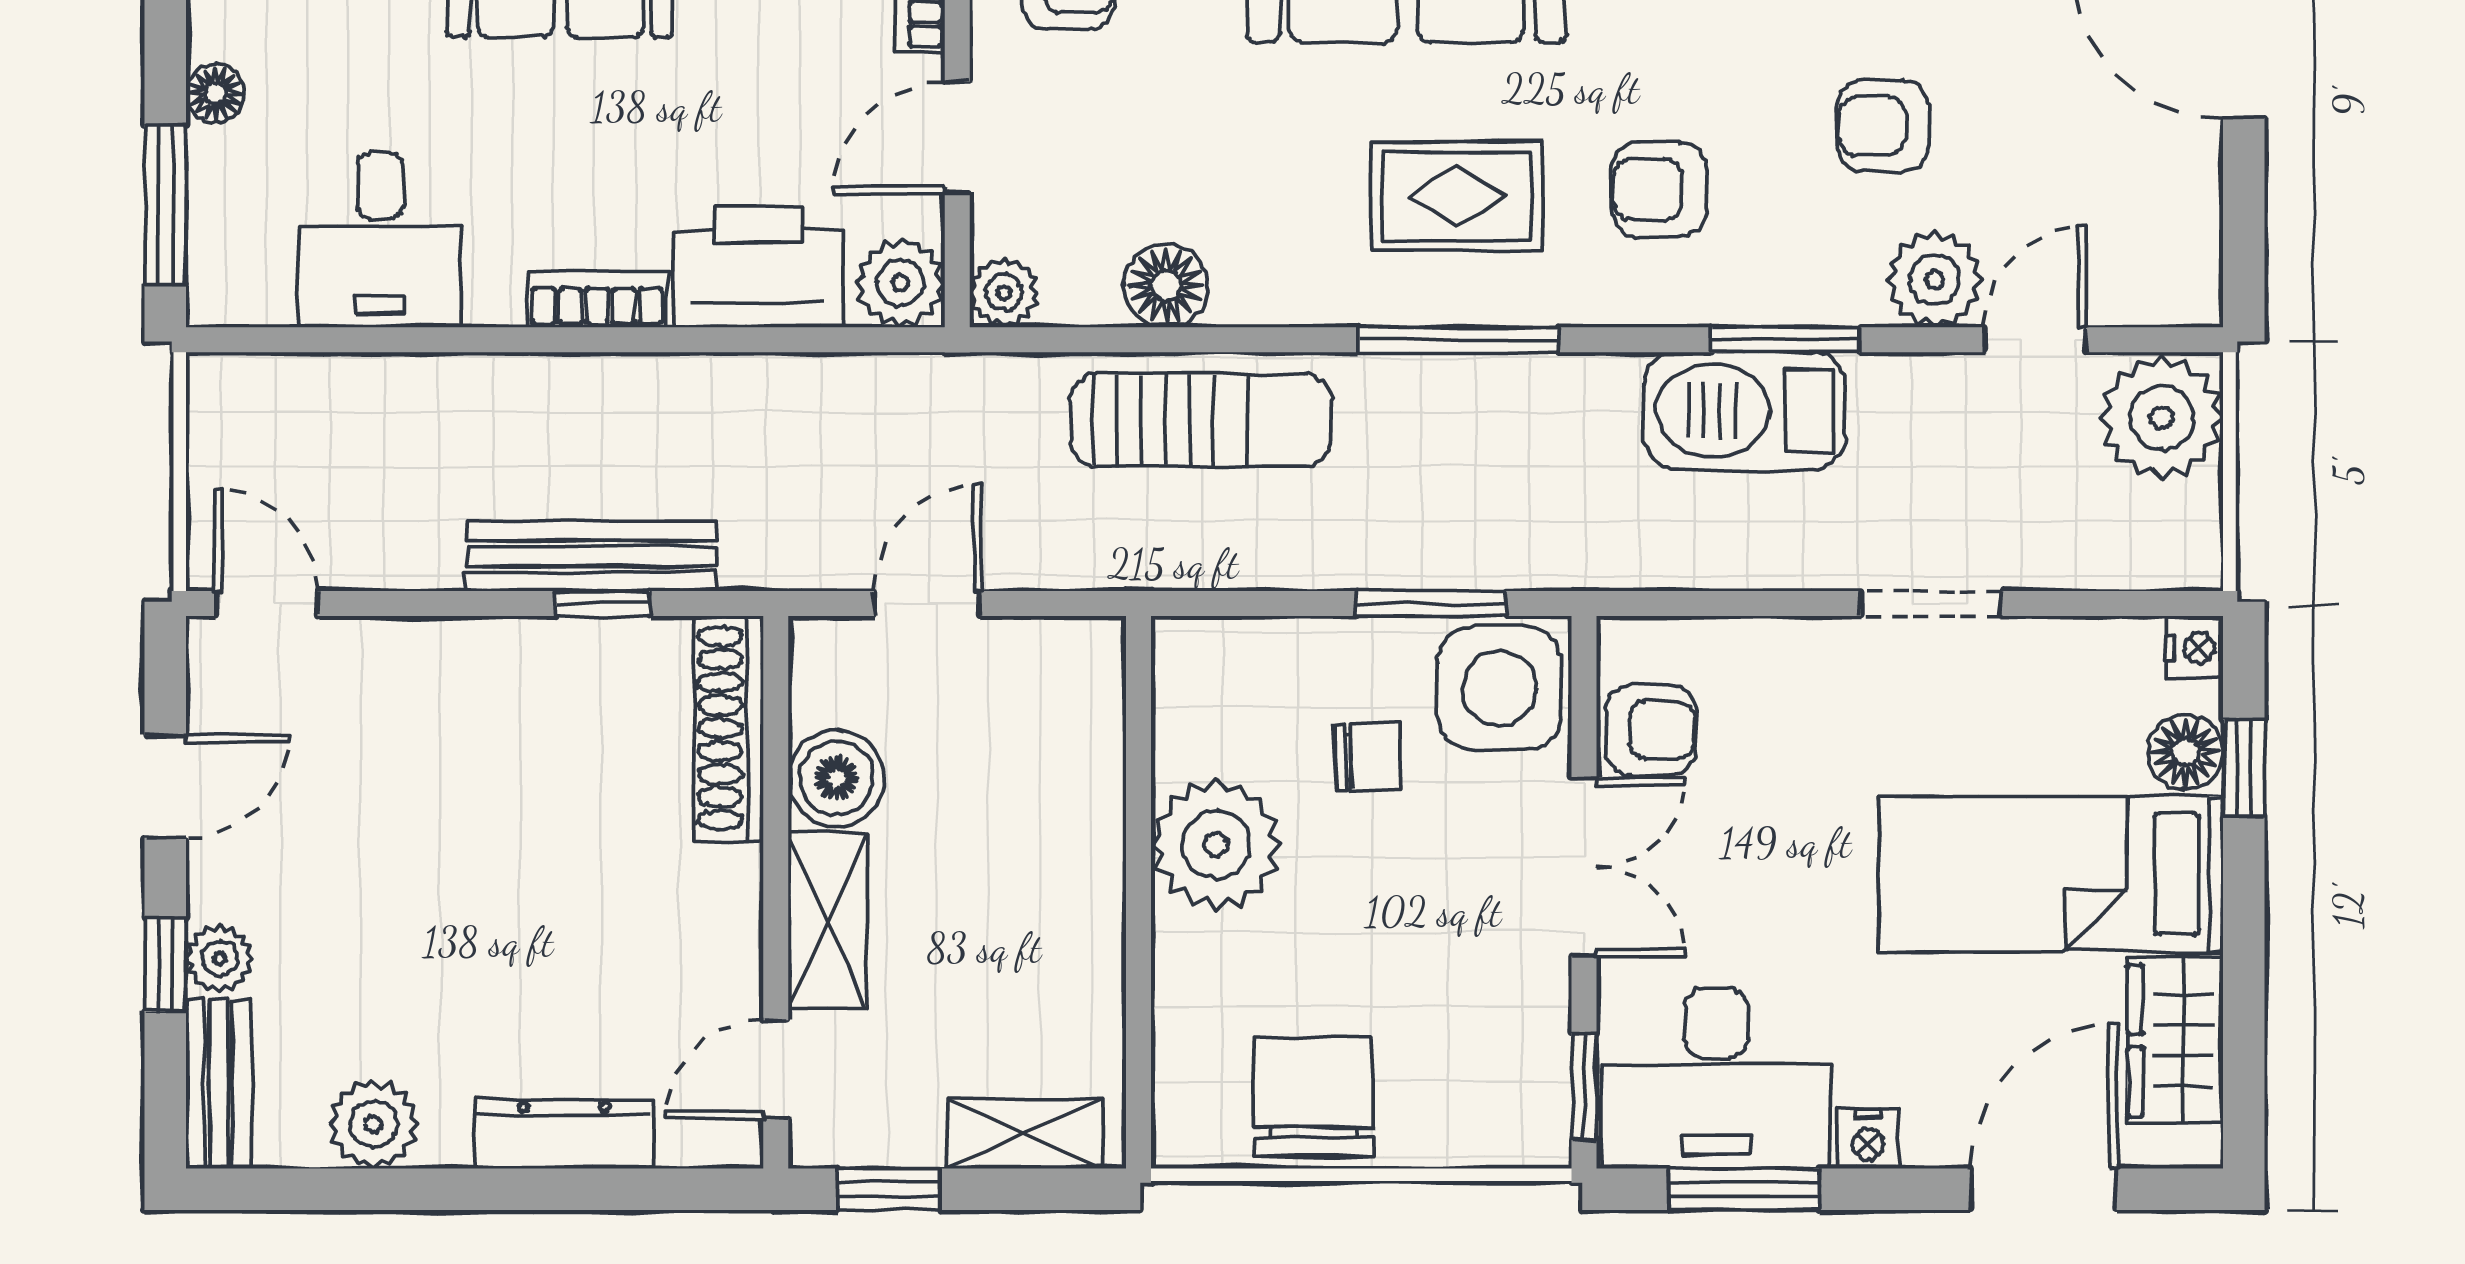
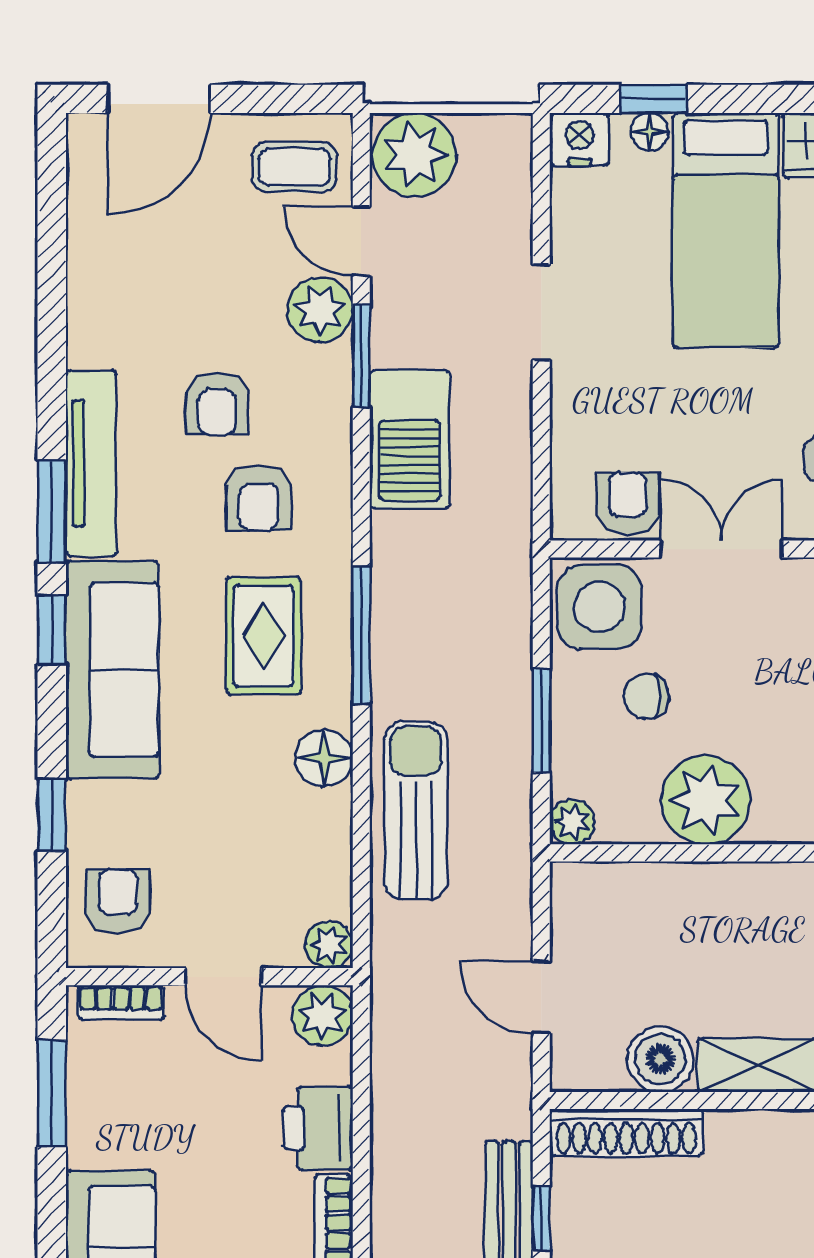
armchair: (1883, 126) -> (217, 403), moved
coffee table: (2144, 242) -> (294, 167), added
printer: (758, 267) -> (318, 1128), width x0.73, depth x0.84
floor lamp: (1166, 285) -> (324, 758), moved
window: (1786, 340) -> (361, 356), moved
window: (1431, 604) -> (541, 720), moved
nightstand: (2195, 648) -> (580, 139), width x1.39, depth x1.35
plant: (1184, 649) -> (572, 822), added
floor lamp: (2185, 752) -> (650, 132), width x0.73, depth x0.73
chair: (1368, 757) -> (646, 696), turned -89

